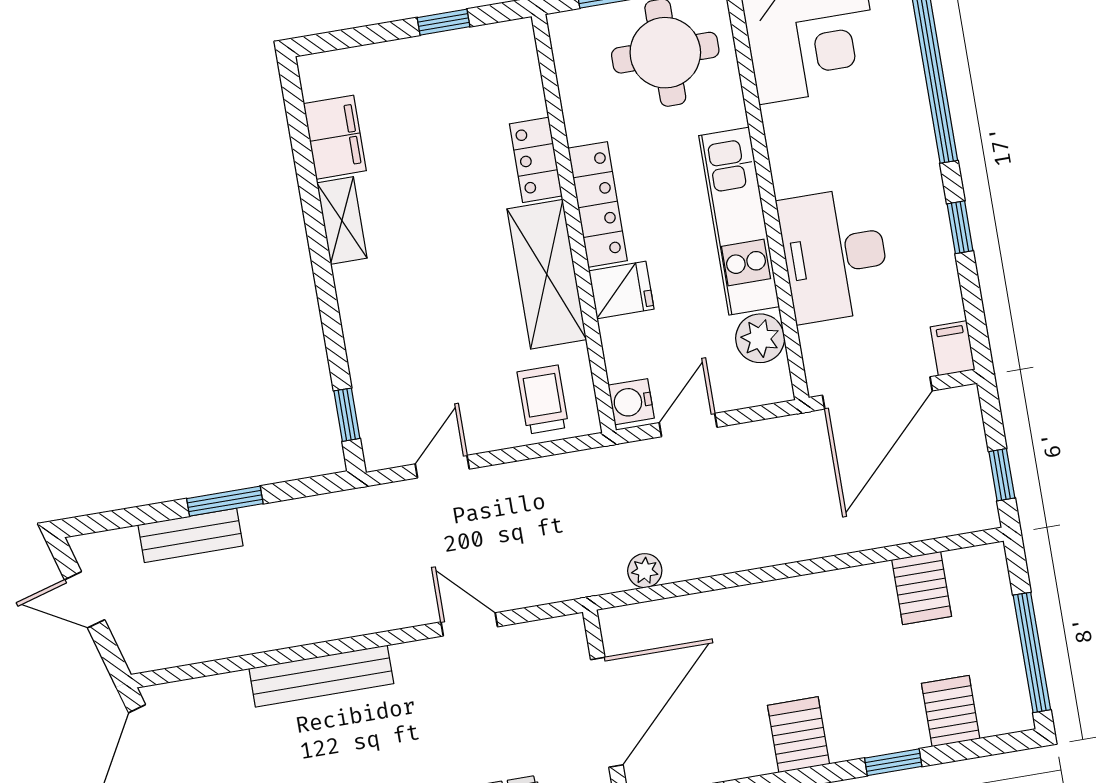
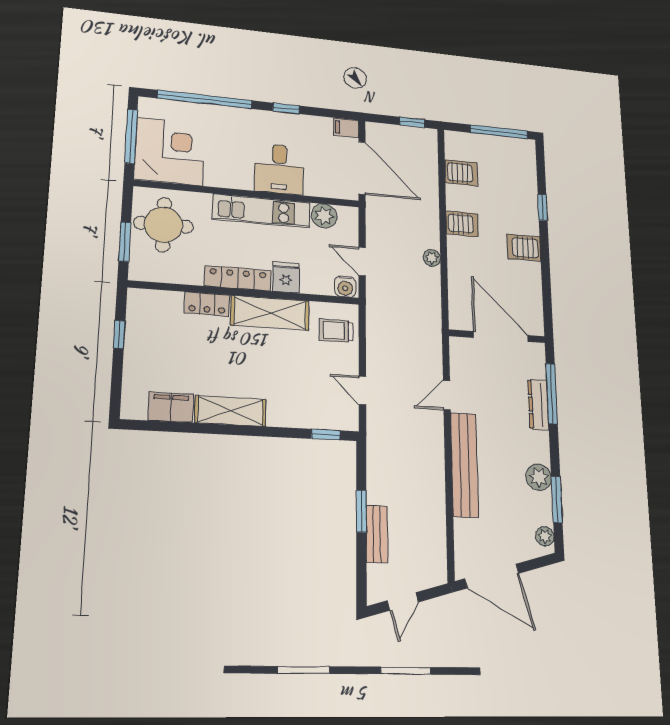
shelving: (342, 221) -> (230, 411), width x1.50, depth x1.33
desk: (835, 255) -> (279, 169), width x0.73
plant: (645, 571) -> (432, 258), moved
bench: (321, 676) -> (464, 465), width x1.37, depth x1.21
server rack: (951, 711) -> (462, 224), moved, turned 180

